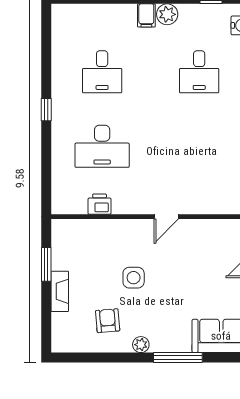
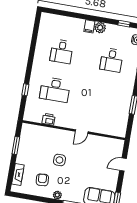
window: (46, 110) -> (25, 90), moved
fireplace: (60, 291) -> (18, 175), moved

